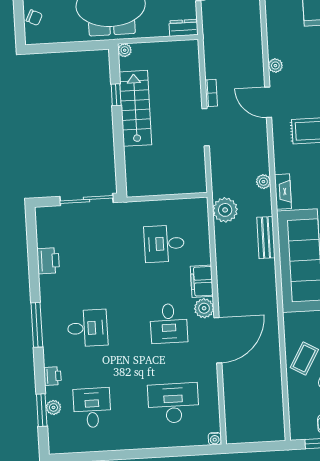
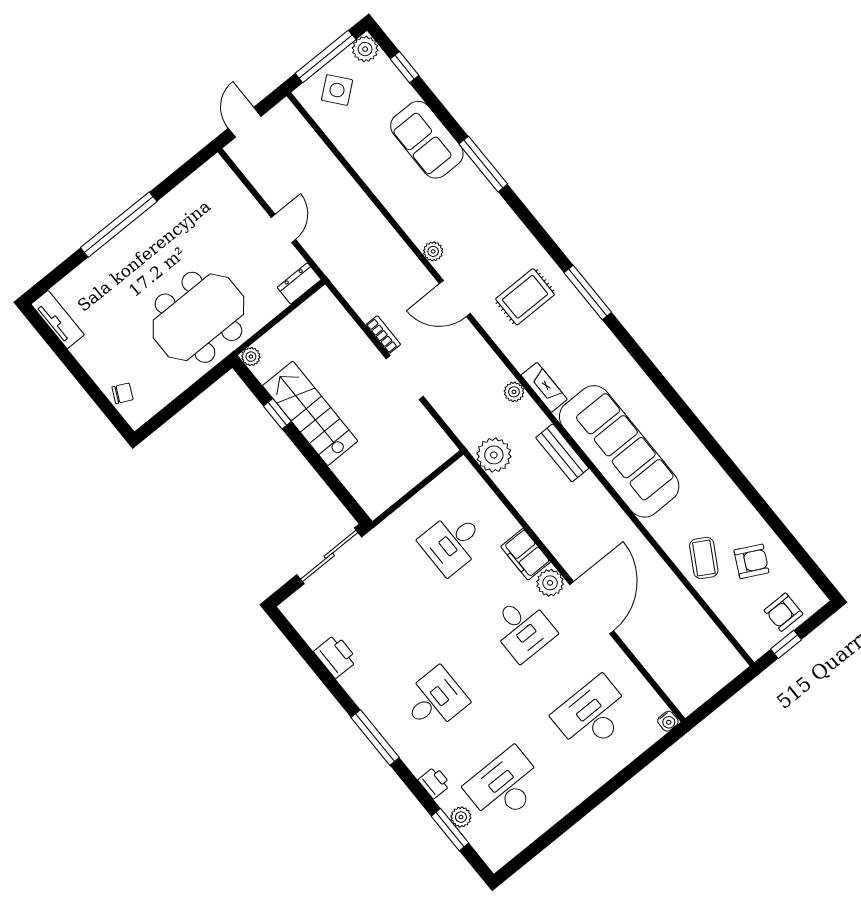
desk: (92, 408) -> (505, 786), width x1.37

